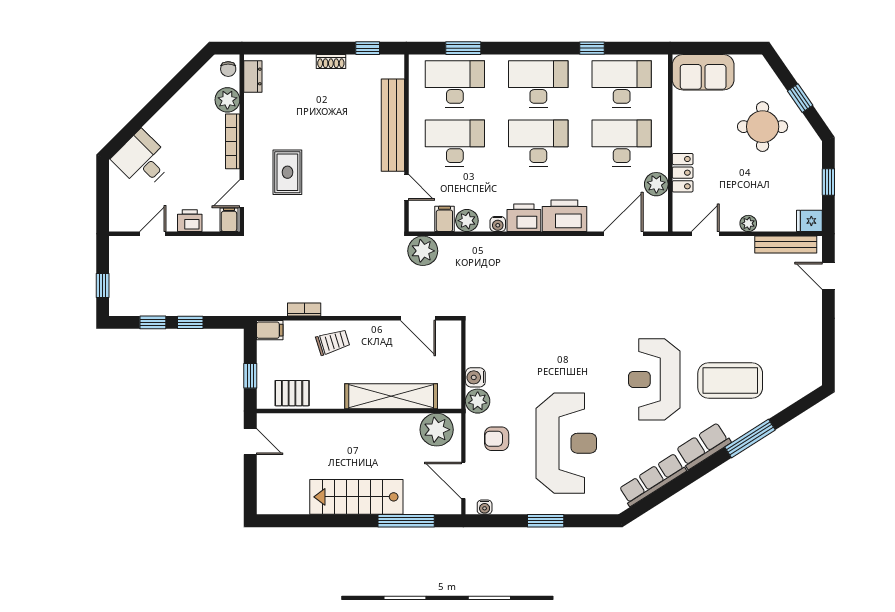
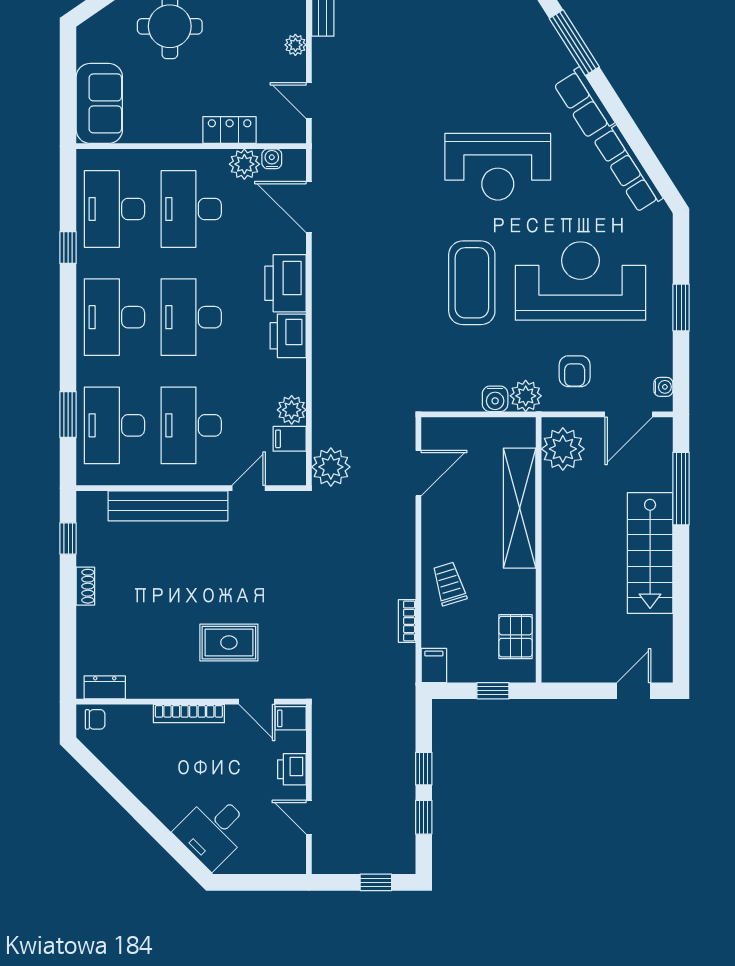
plant: (227, 100) -> (135, 720), removed
water cooler: (498, 224) -> (272, 159), moved, turned -90
coffee table: (730, 380) -> (472, 283), moved
door: (250, 442) -> (634, 691), moved

